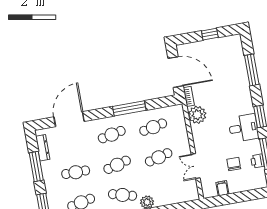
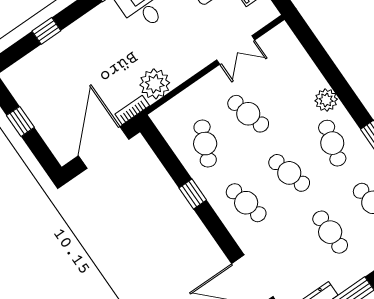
window: (252, 70) -> (46, 31), width x0.46
window: (129, 108) -> (193, 194), width x0.46
cafe table: (153, 127) -> (205, 144), turned 36

